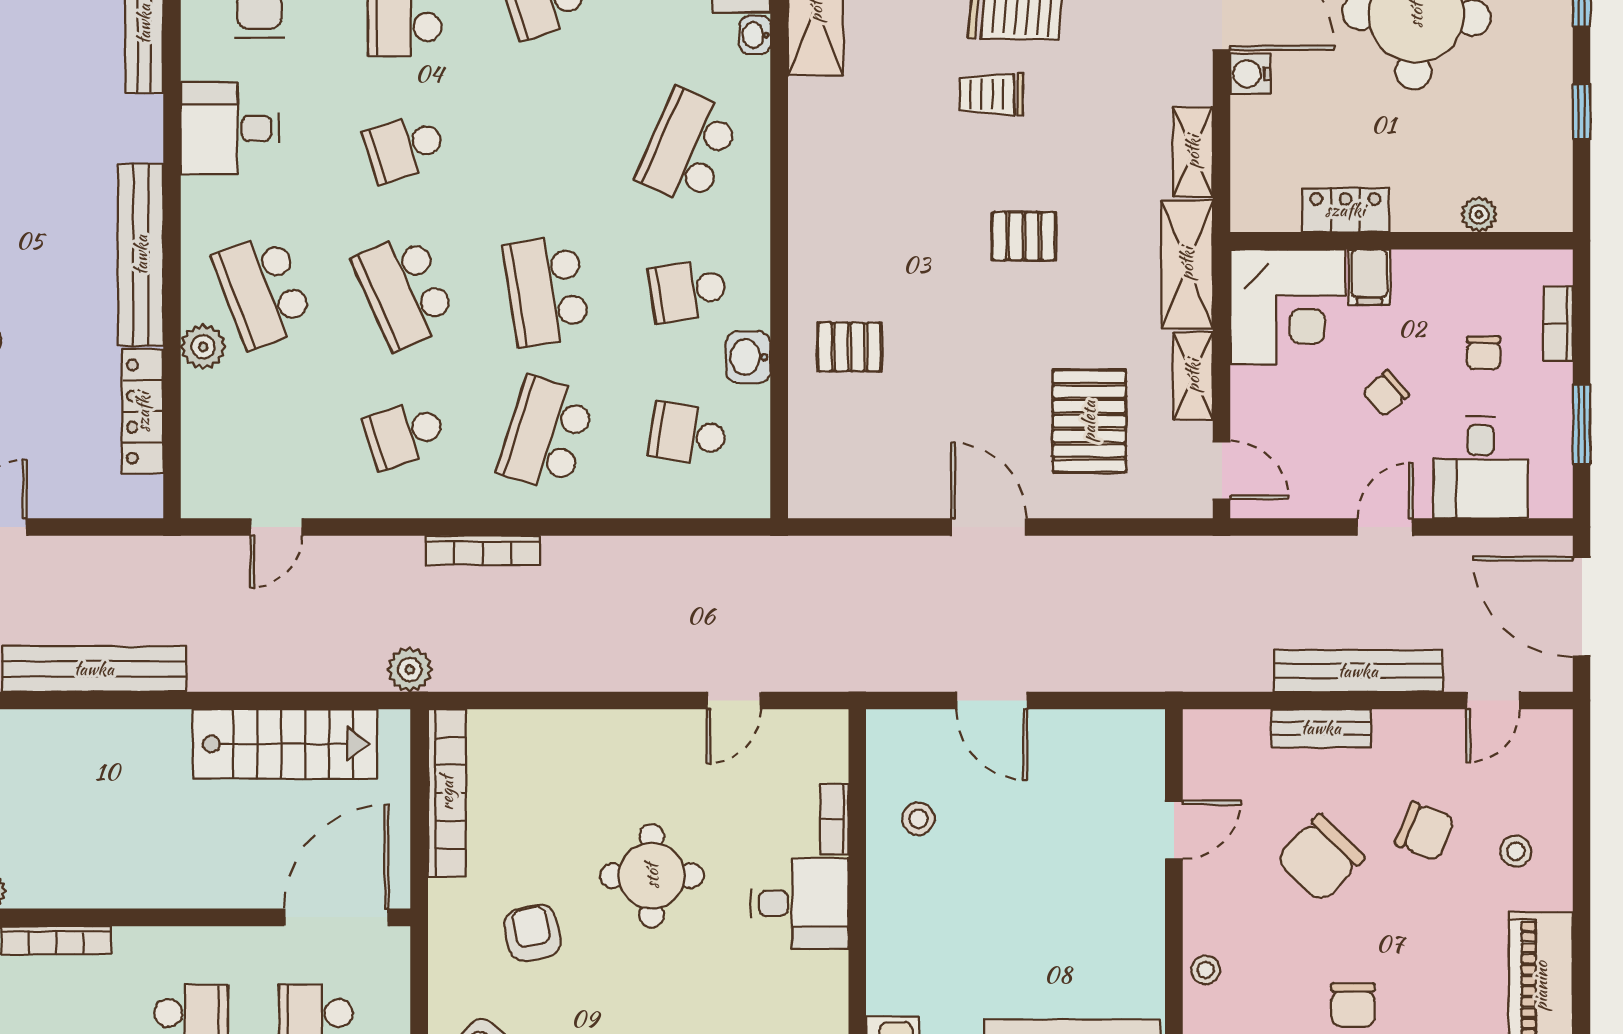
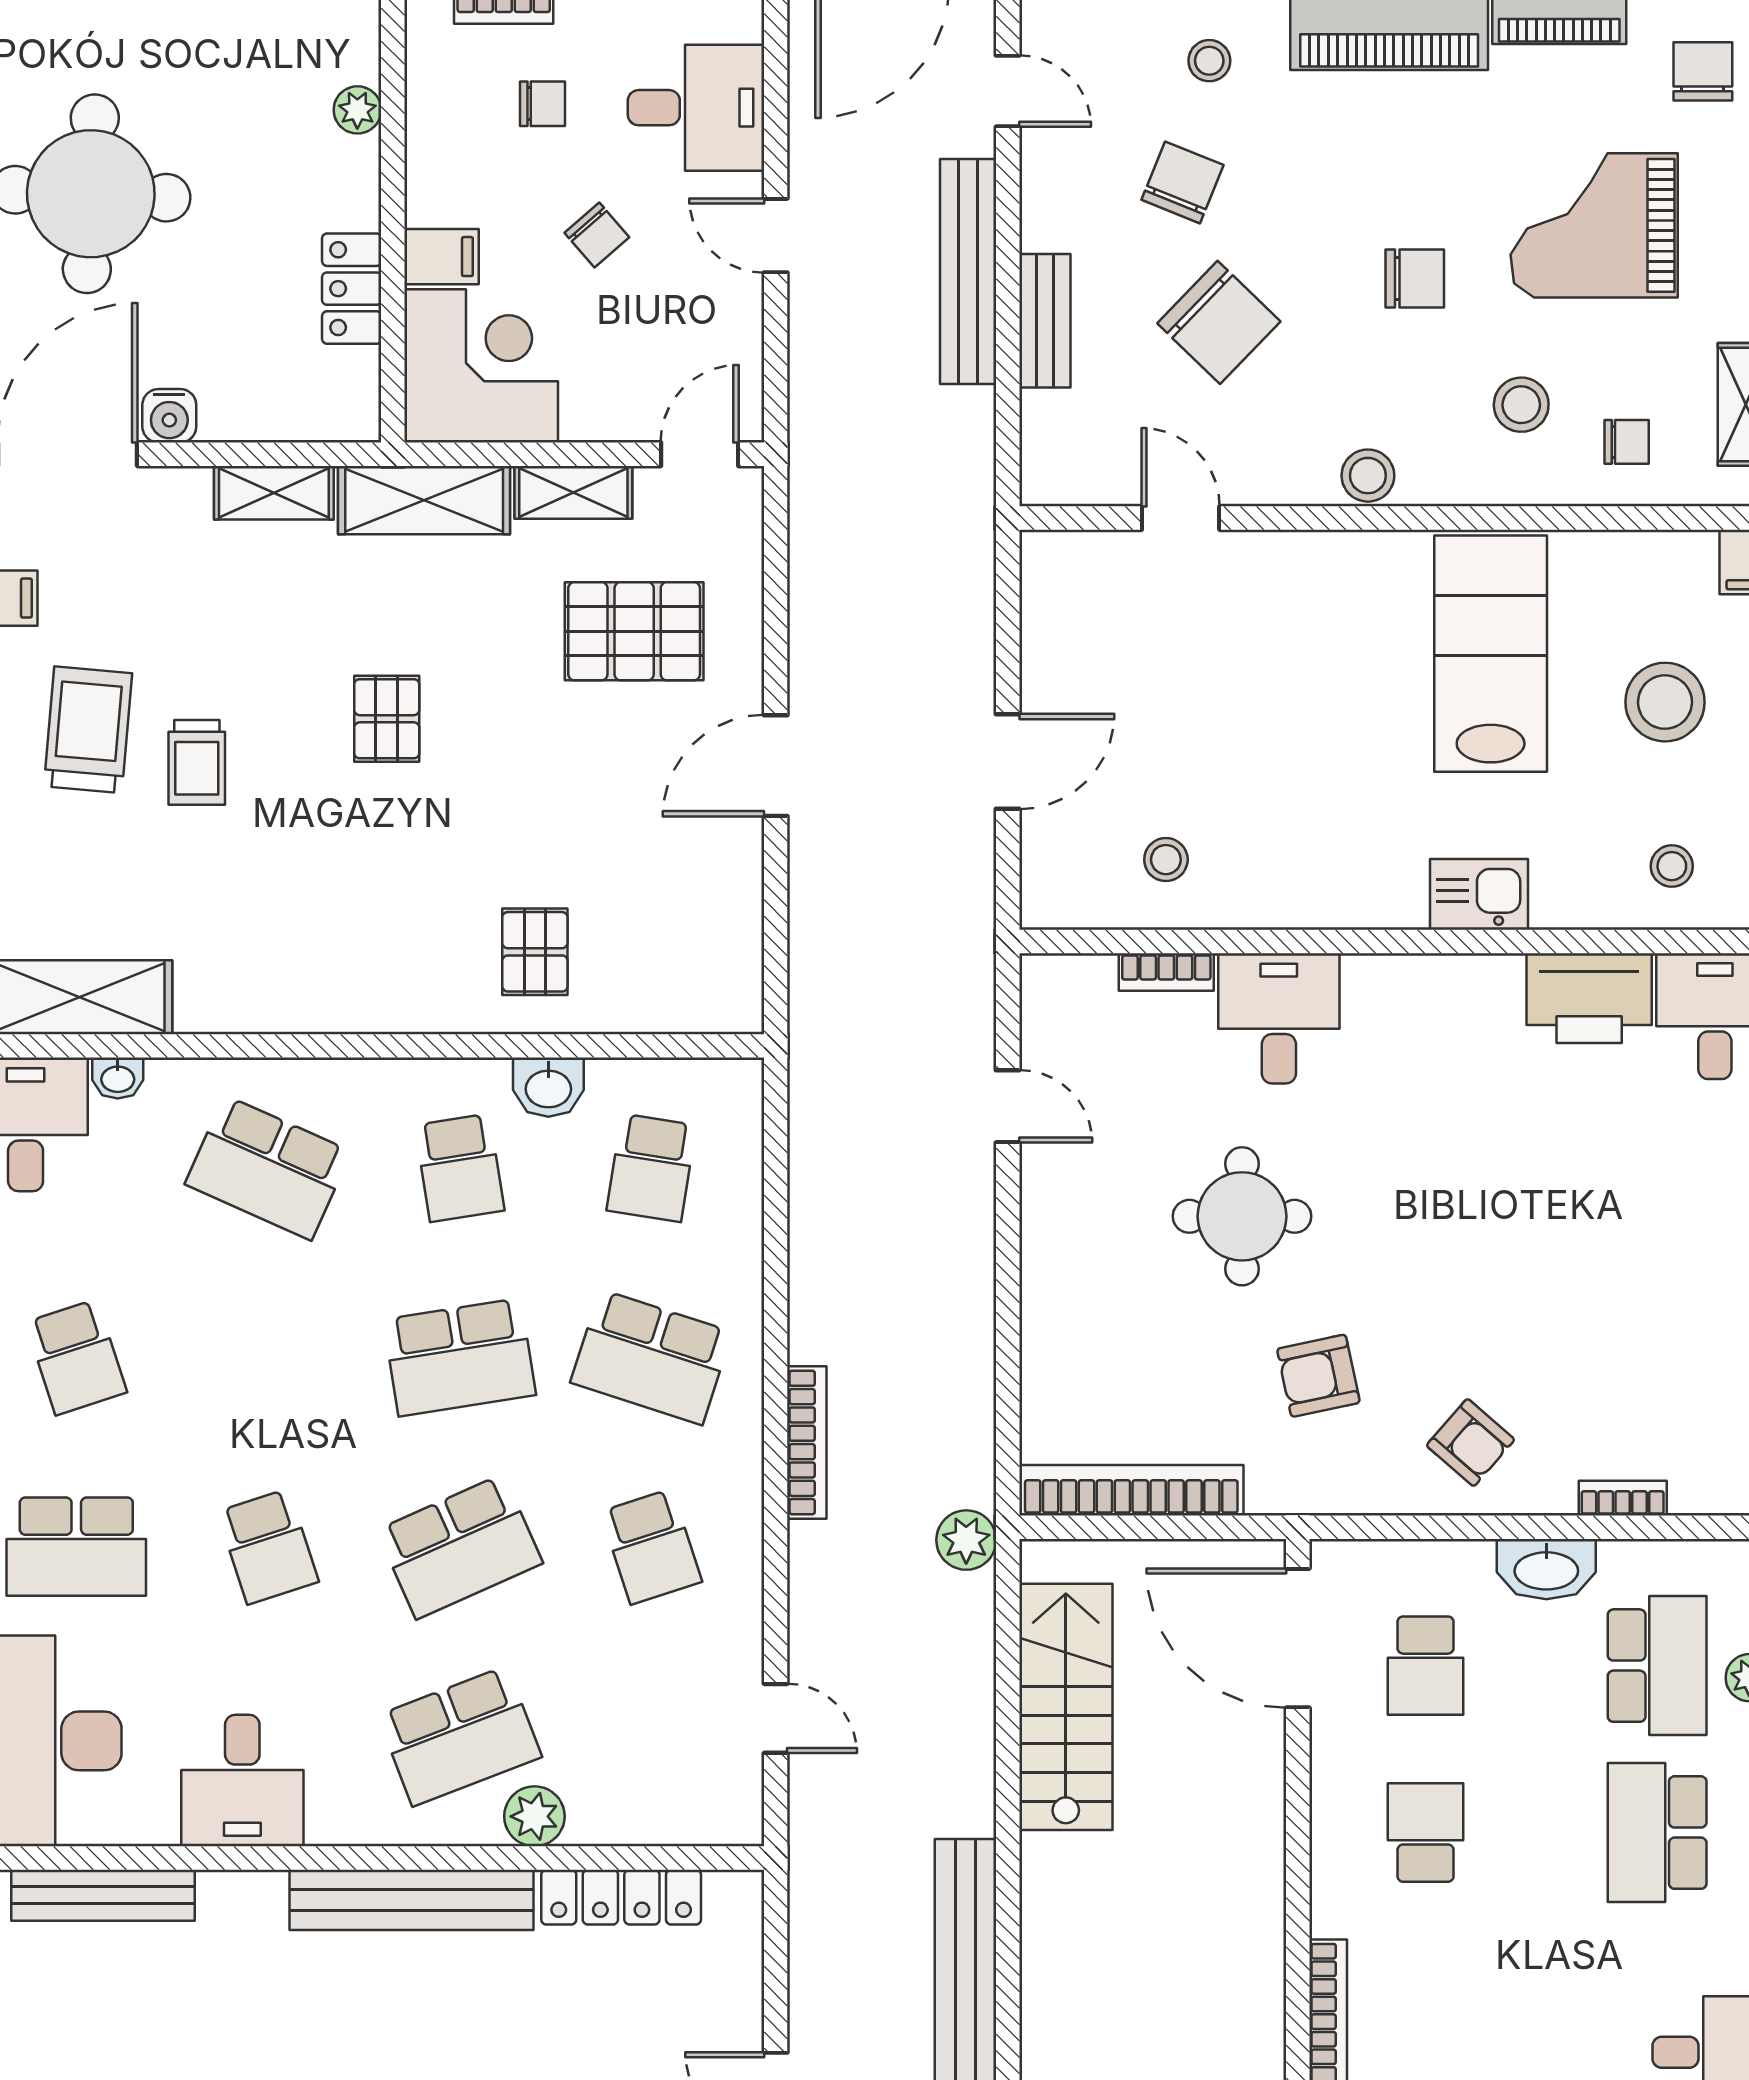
stool: (1206, 970) -> (1368, 476), width x1.37, depth x1.37

